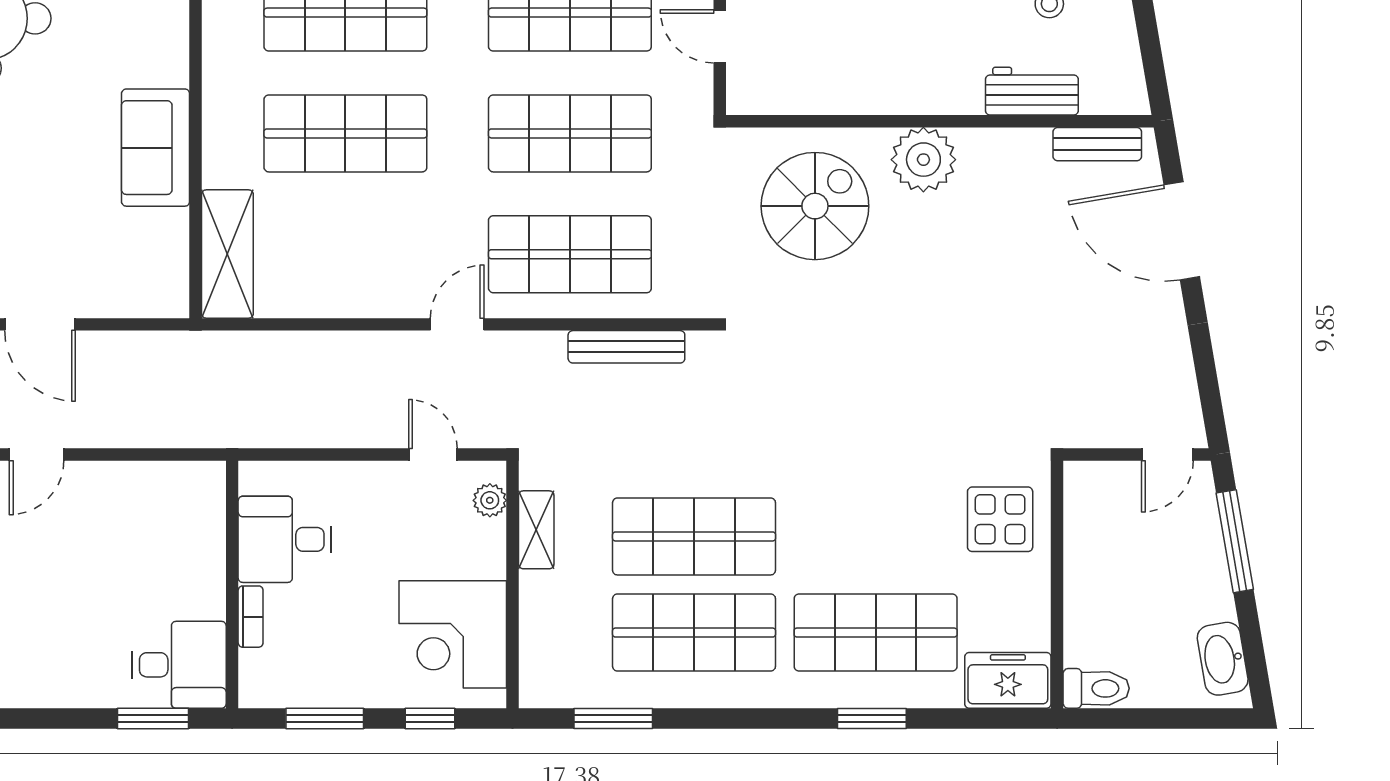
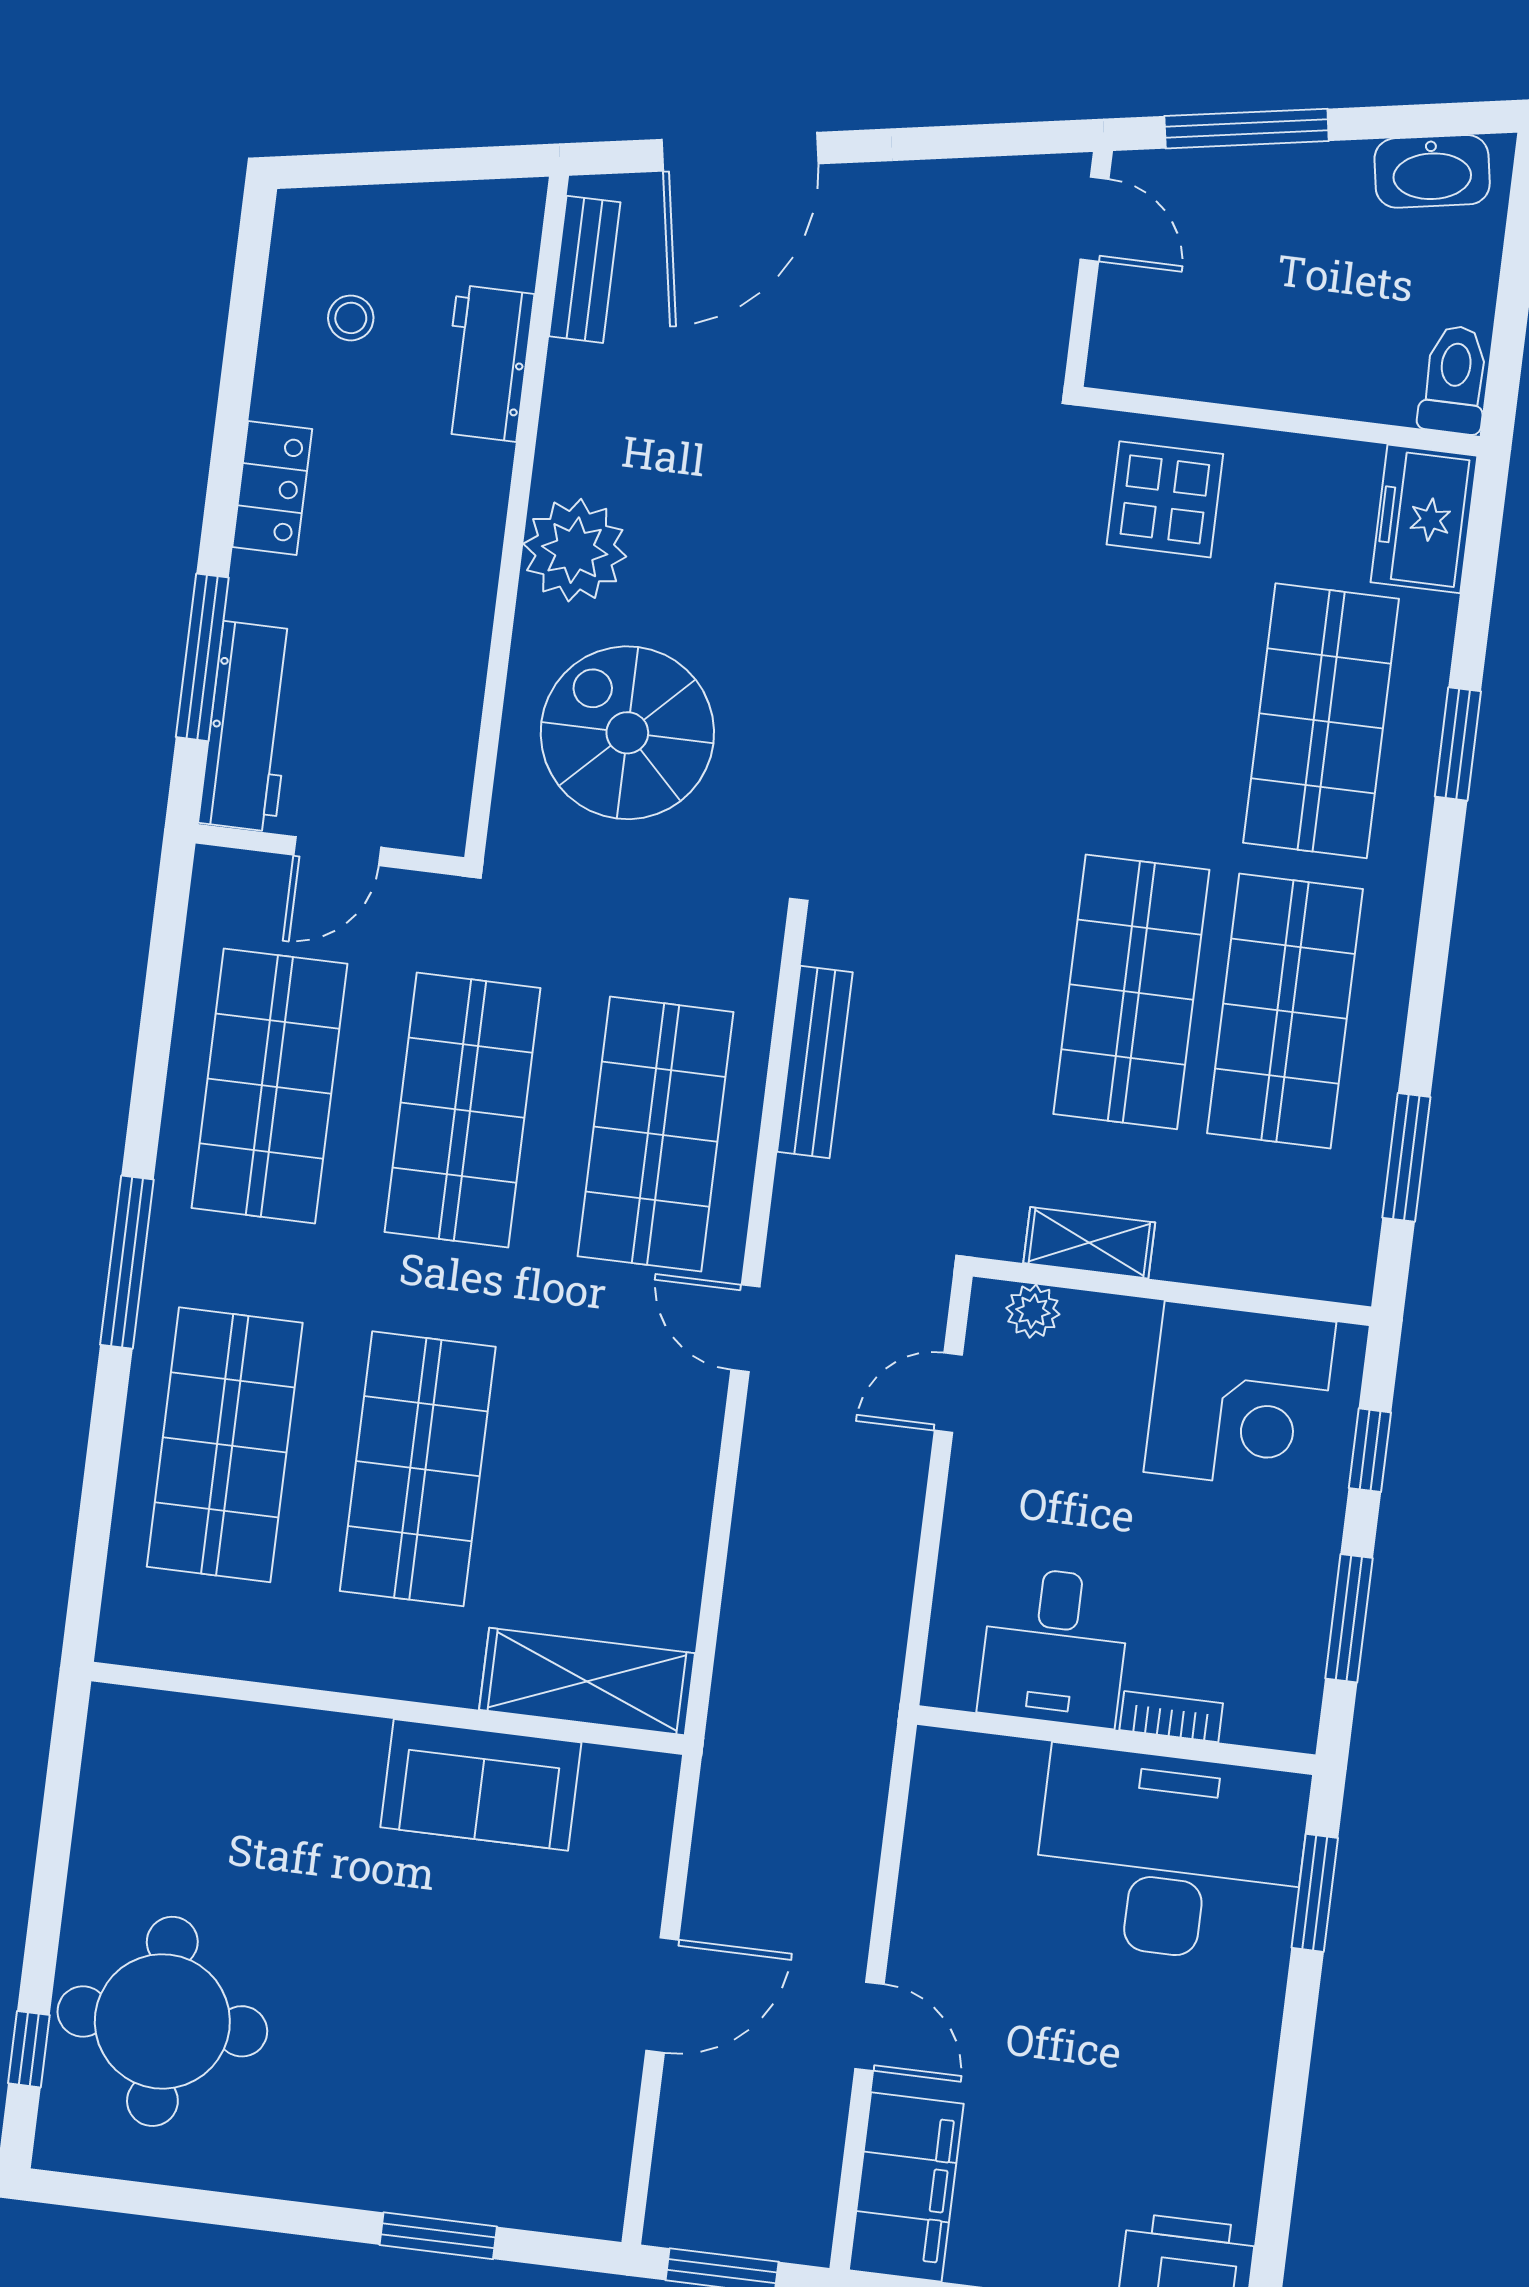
sofa: (156, 148) -> (481, 1785), moved
desk: (179, 665) -> (1170, 1856), width x1.87, depth x1.30

